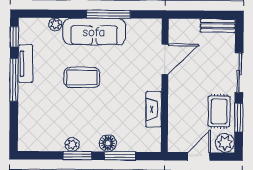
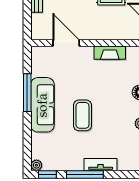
plant: (55, 24) -> (36, 165), moved
tv unit: (25, 64) -> (101, 165), moved

